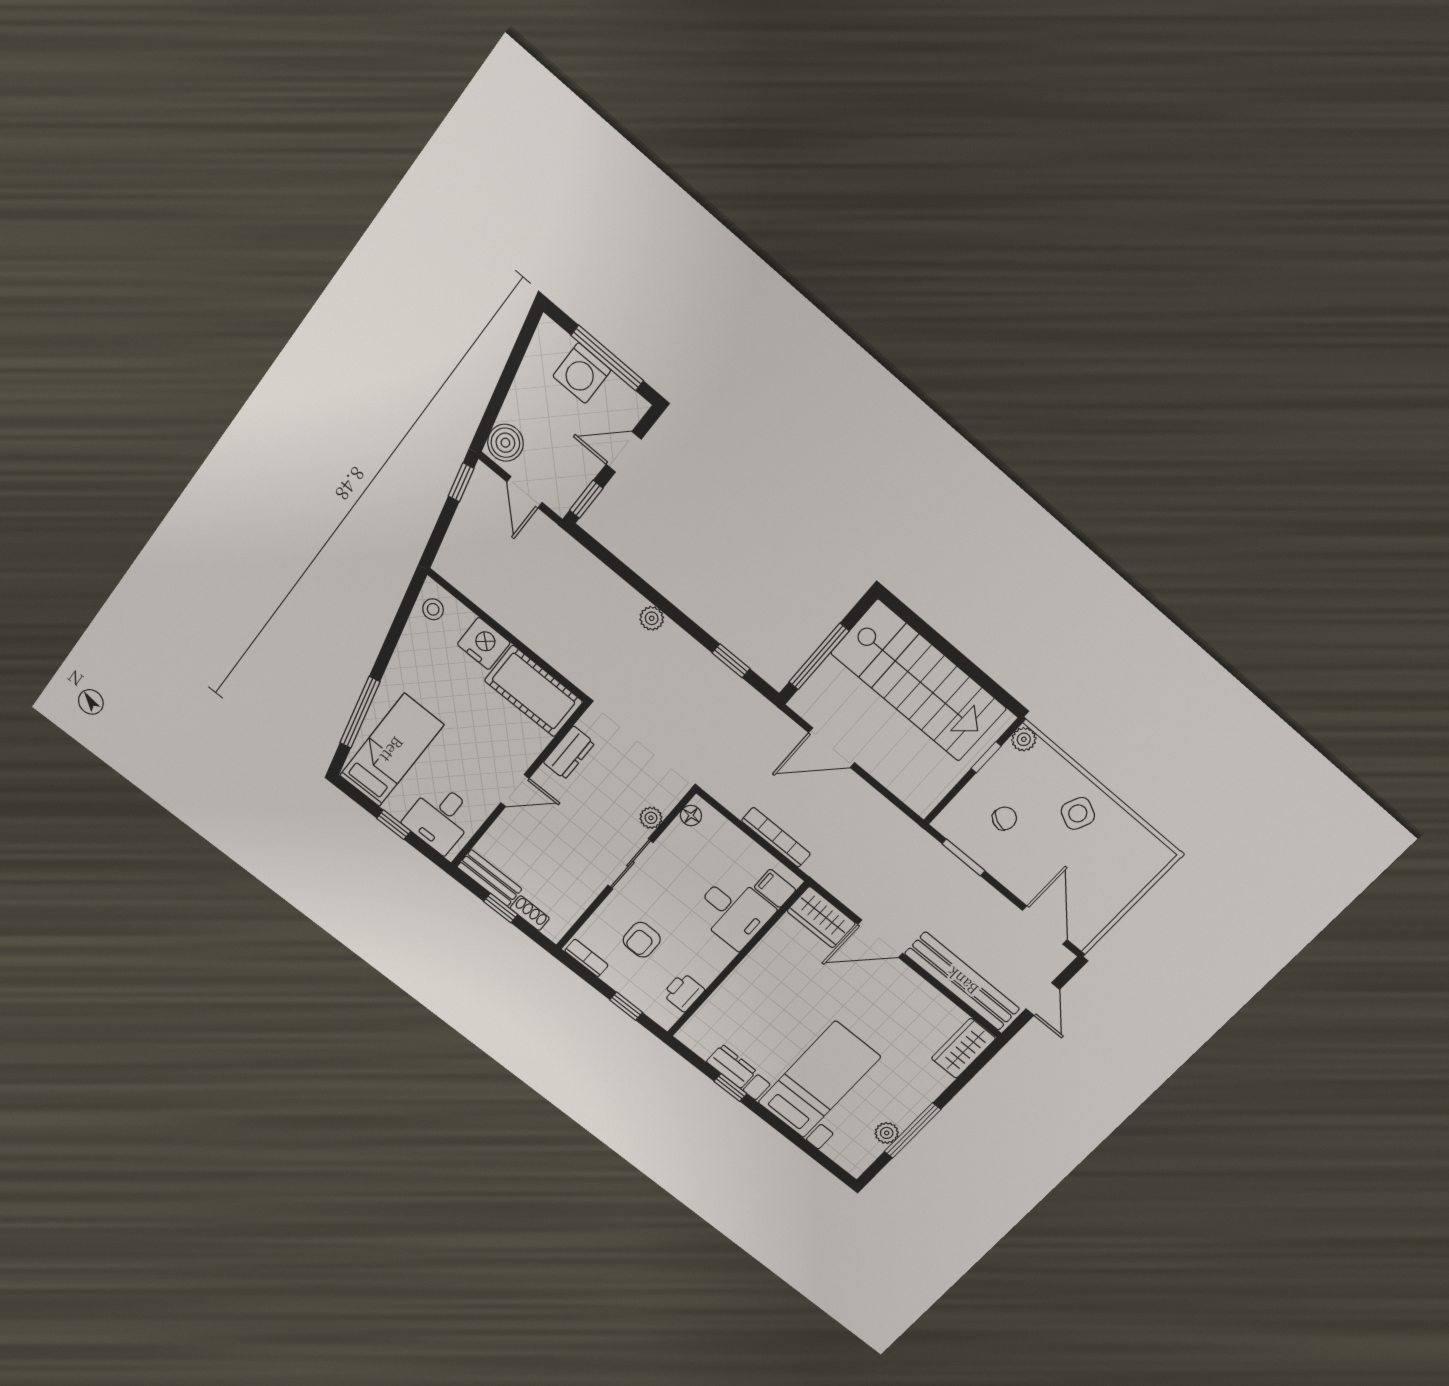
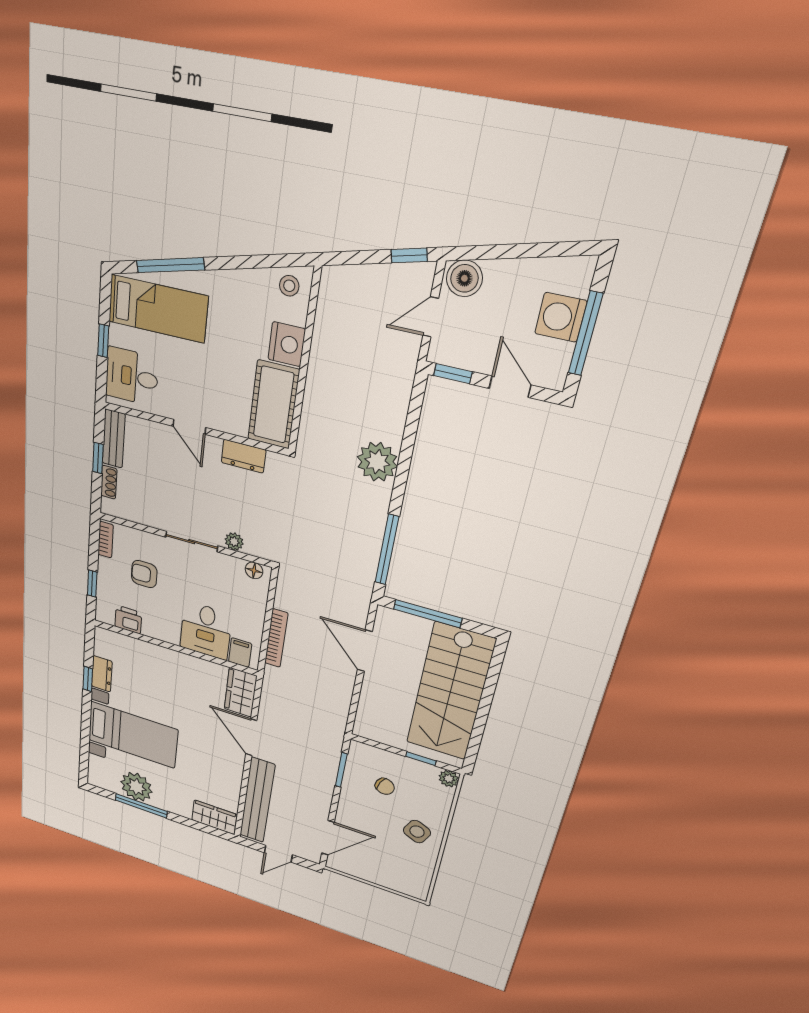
plant: (652, 618) -> (377, 462), width x1.88, depth x1.88
window: (731, 661) -> (387, 550), width x2.17
plant: (887, 1133) -> (136, 787), width x1.87, depth x1.87

